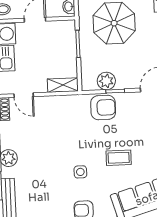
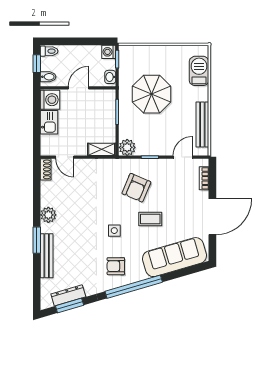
plant: (106, 81) -> (127, 147), moved
armchair: (103, 107) -> (136, 188), moved, turned 113

